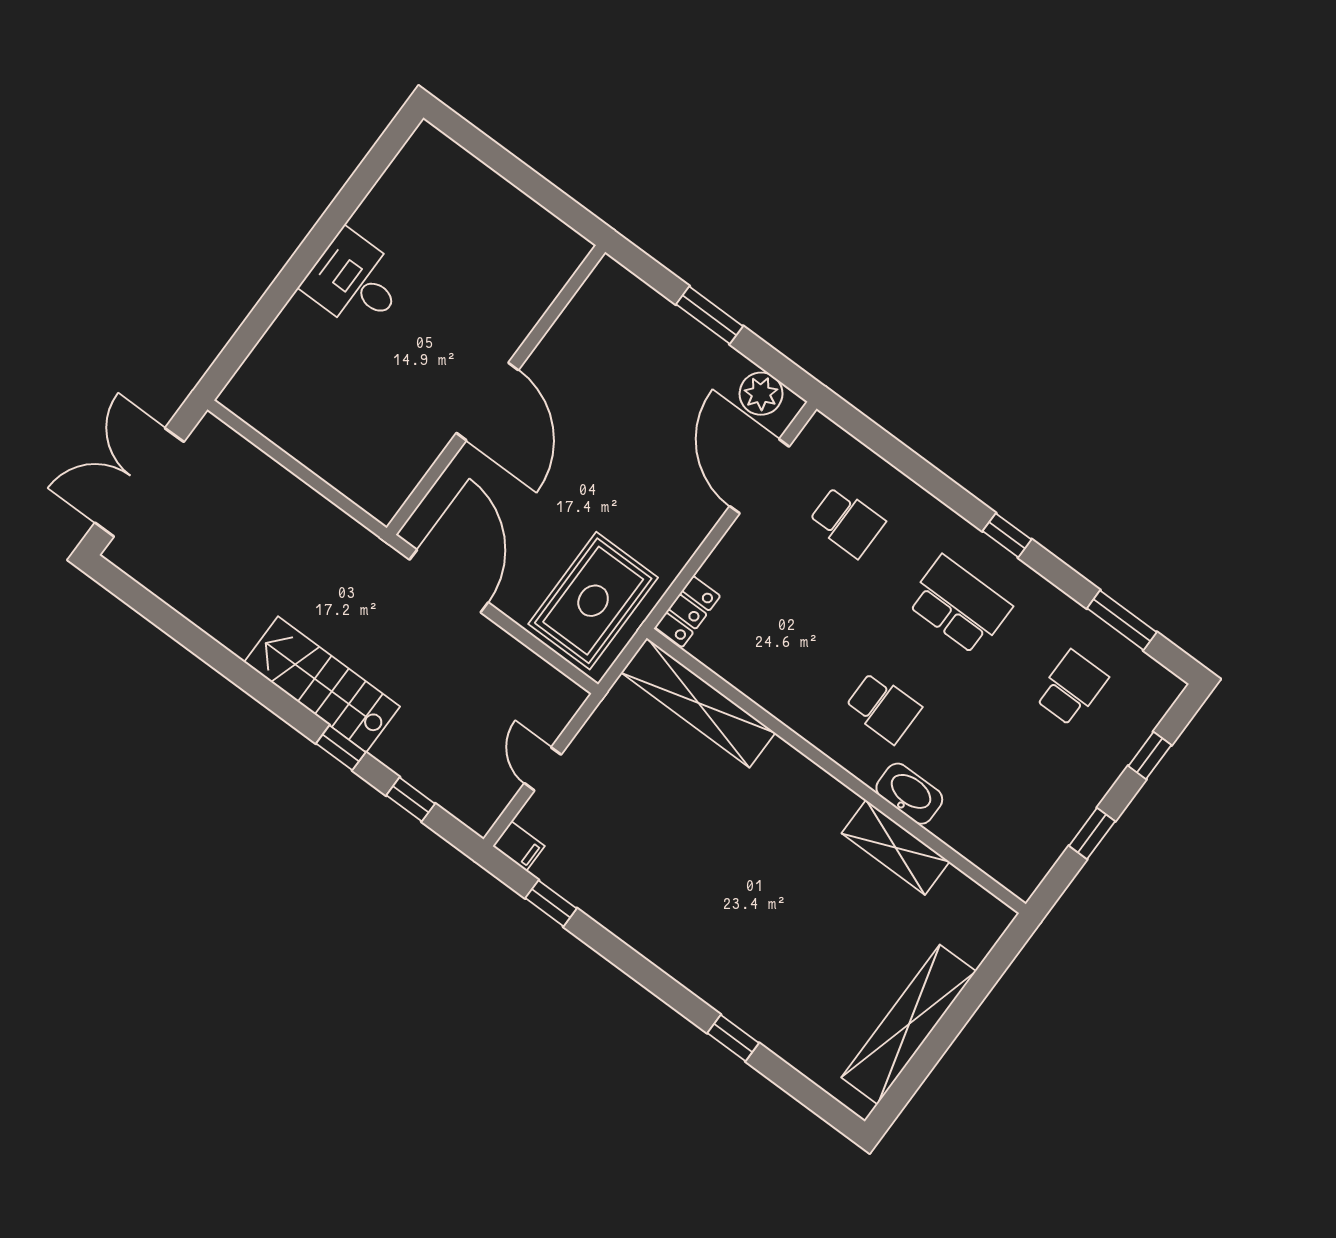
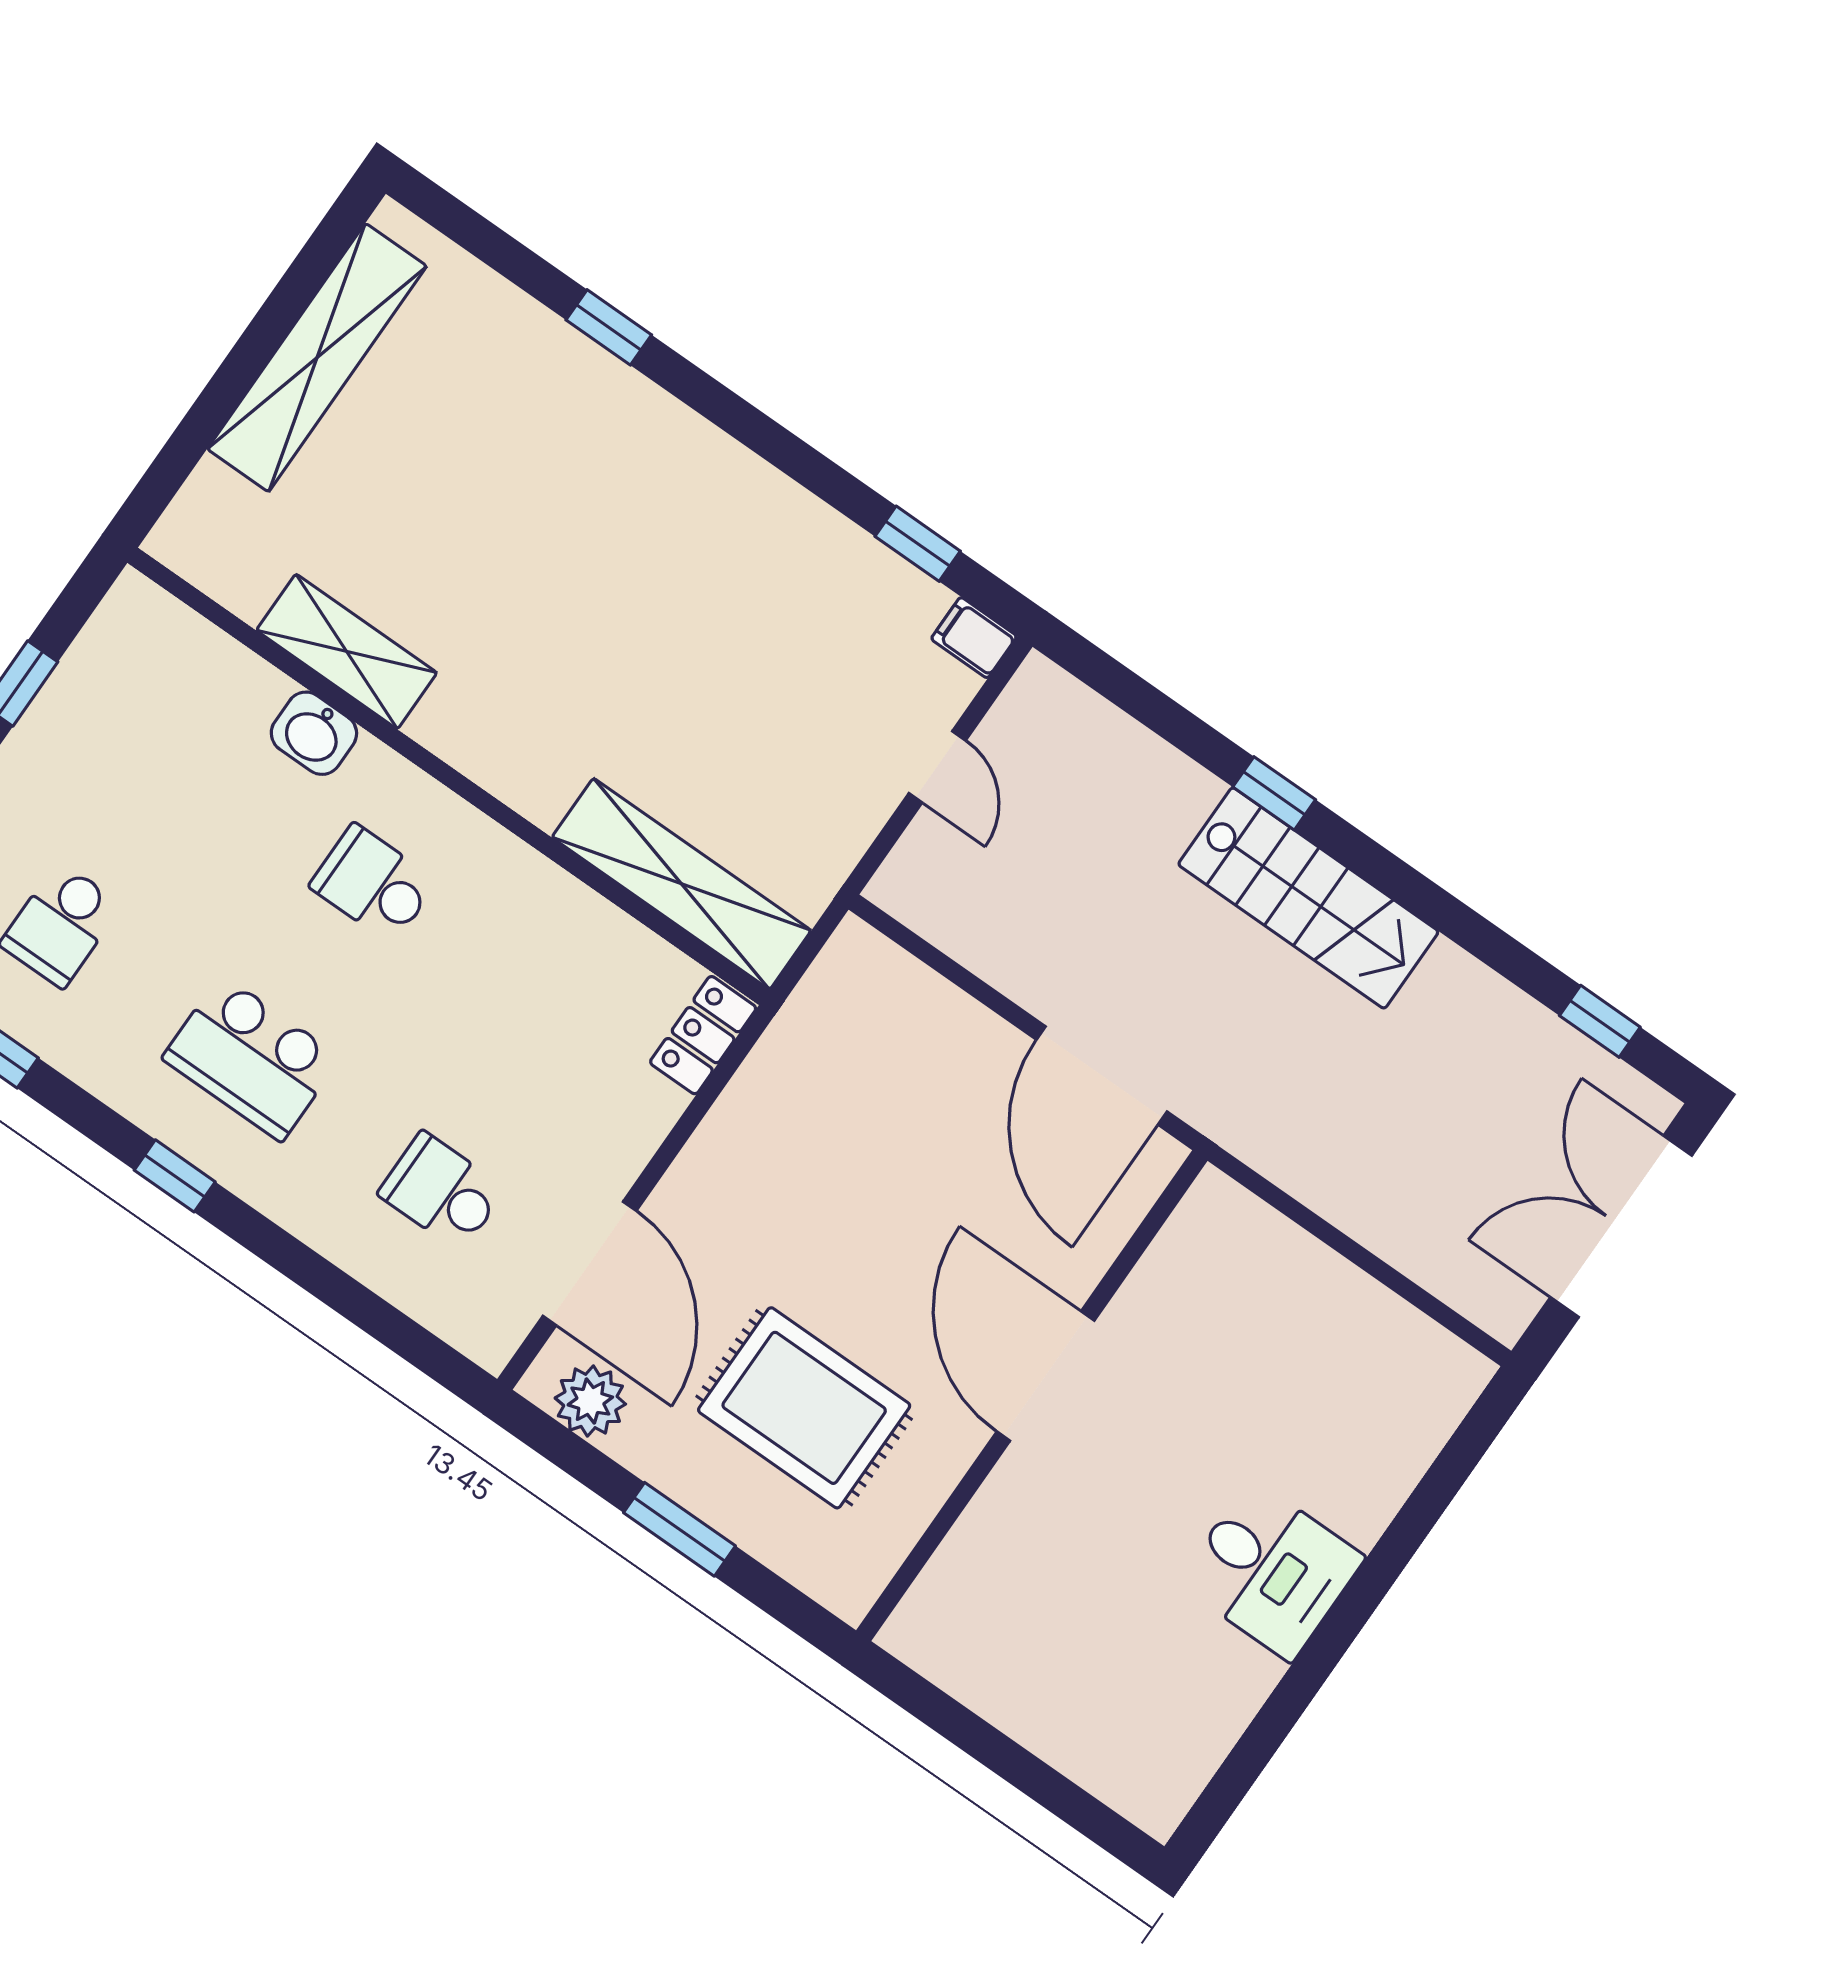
double door: (139, 482) -> (1621, 1226), swing flipped
rug: (593, 601) -> (804, 1408), moved, turned 90
washbasin: (909, 794) -> (314, 733), width x0.72
window: (411, 799) -> (1600, 1021), moved

